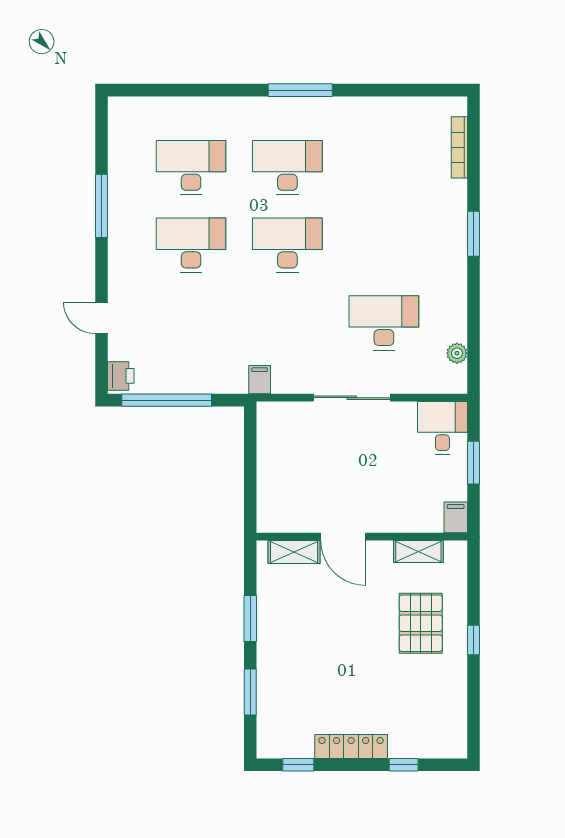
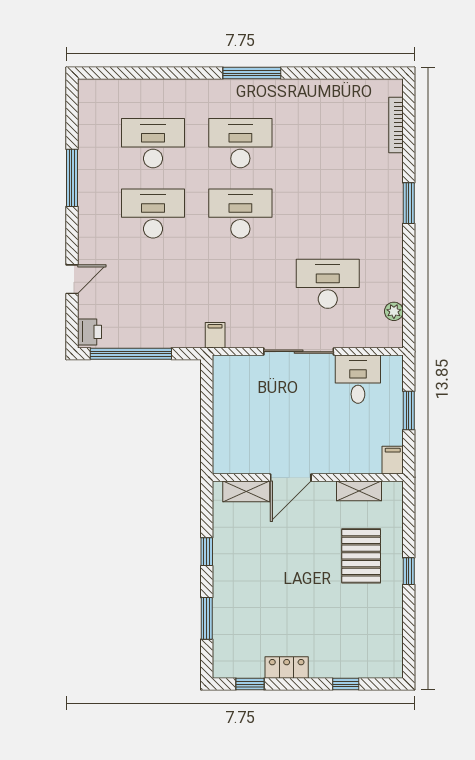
door: (101, 318) -> (72, 279), swing flipped
desk: (442, 428) -> (358, 379), moved
door: (343, 537) -> (291, 477), hinge flipped
window: (250, 618) -> (207, 552), width x0.67
locker: (351, 747) -> (287, 668), width x0.66

